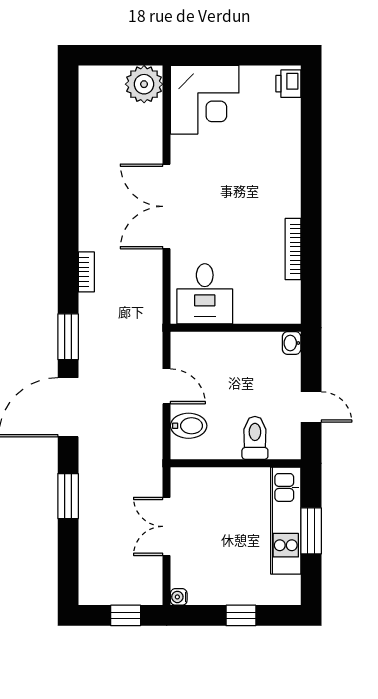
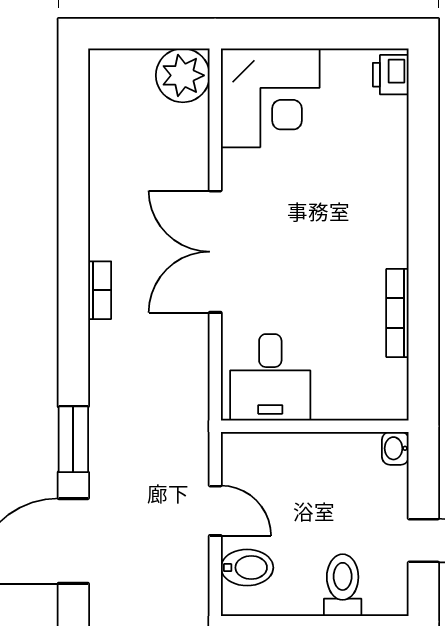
bookcase: (86, 272) -> (100, 290), moved

